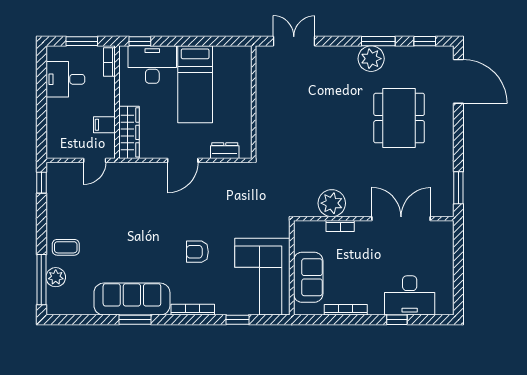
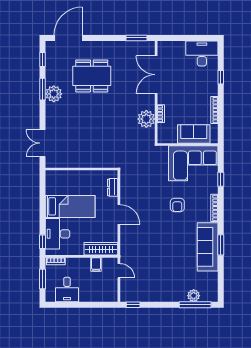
coffee table: (66, 247) -> (174, 289), removed
desk: (410, 295) -> (202, 53), moved, turned -90

